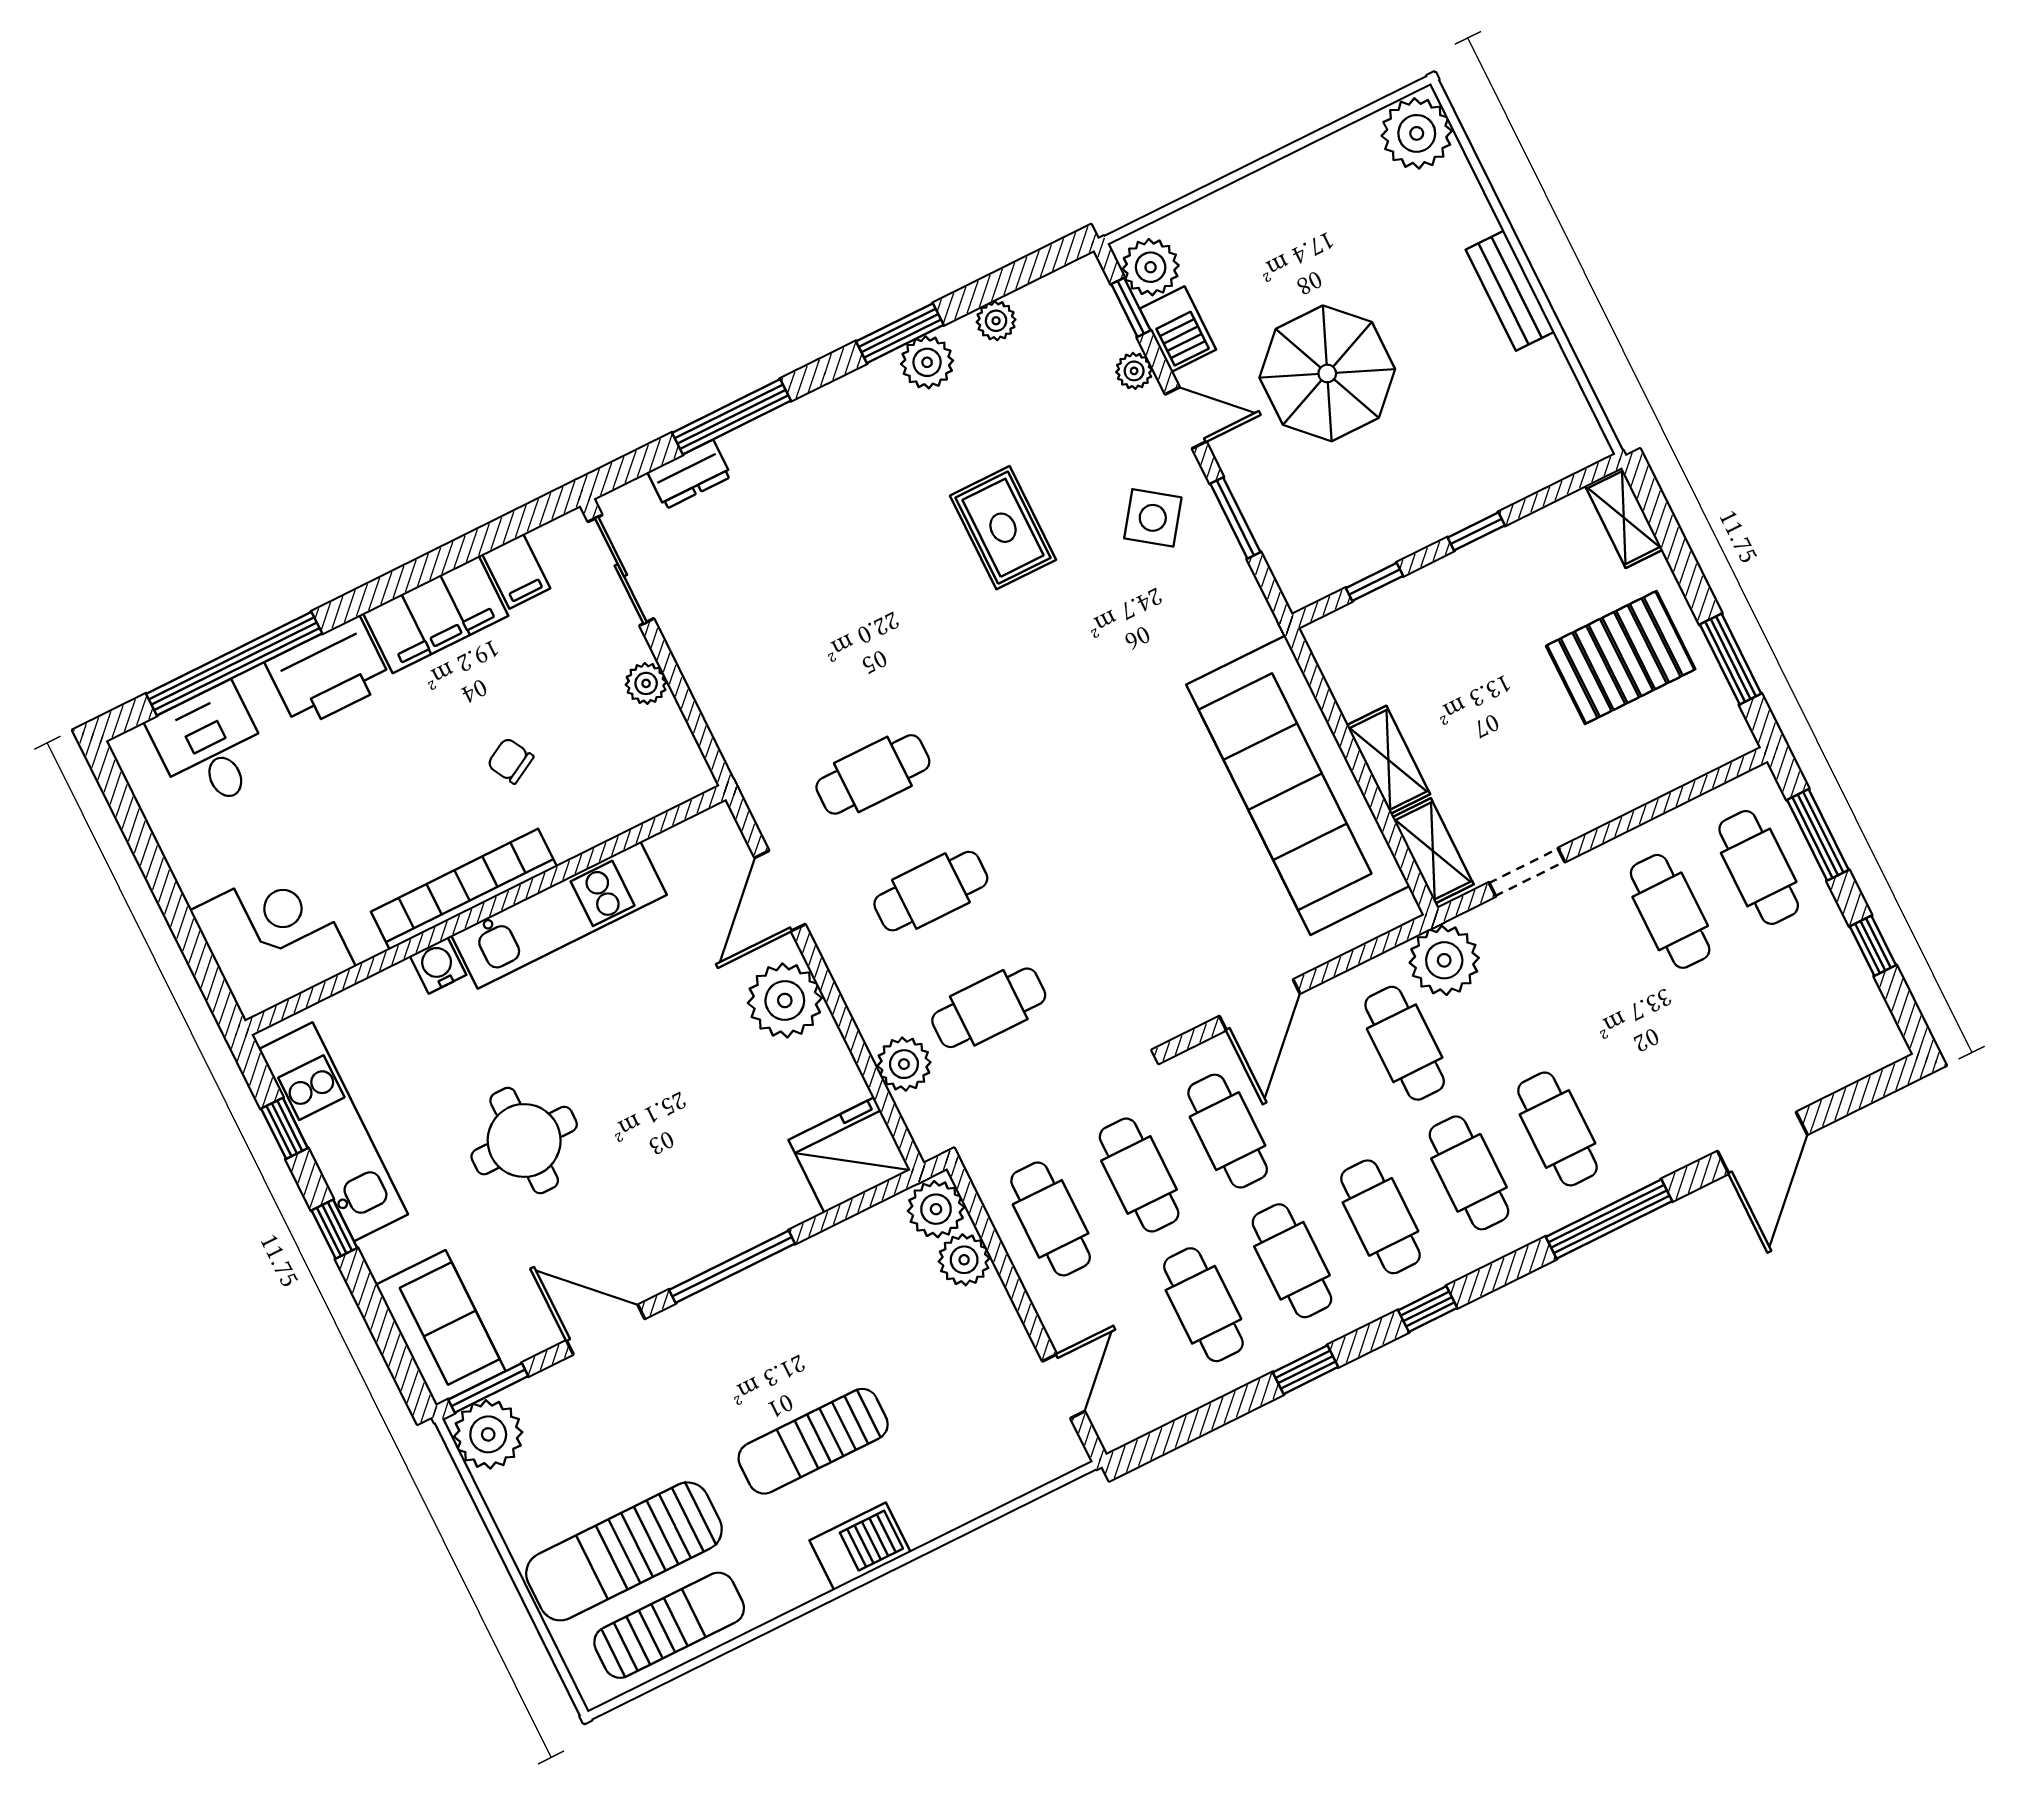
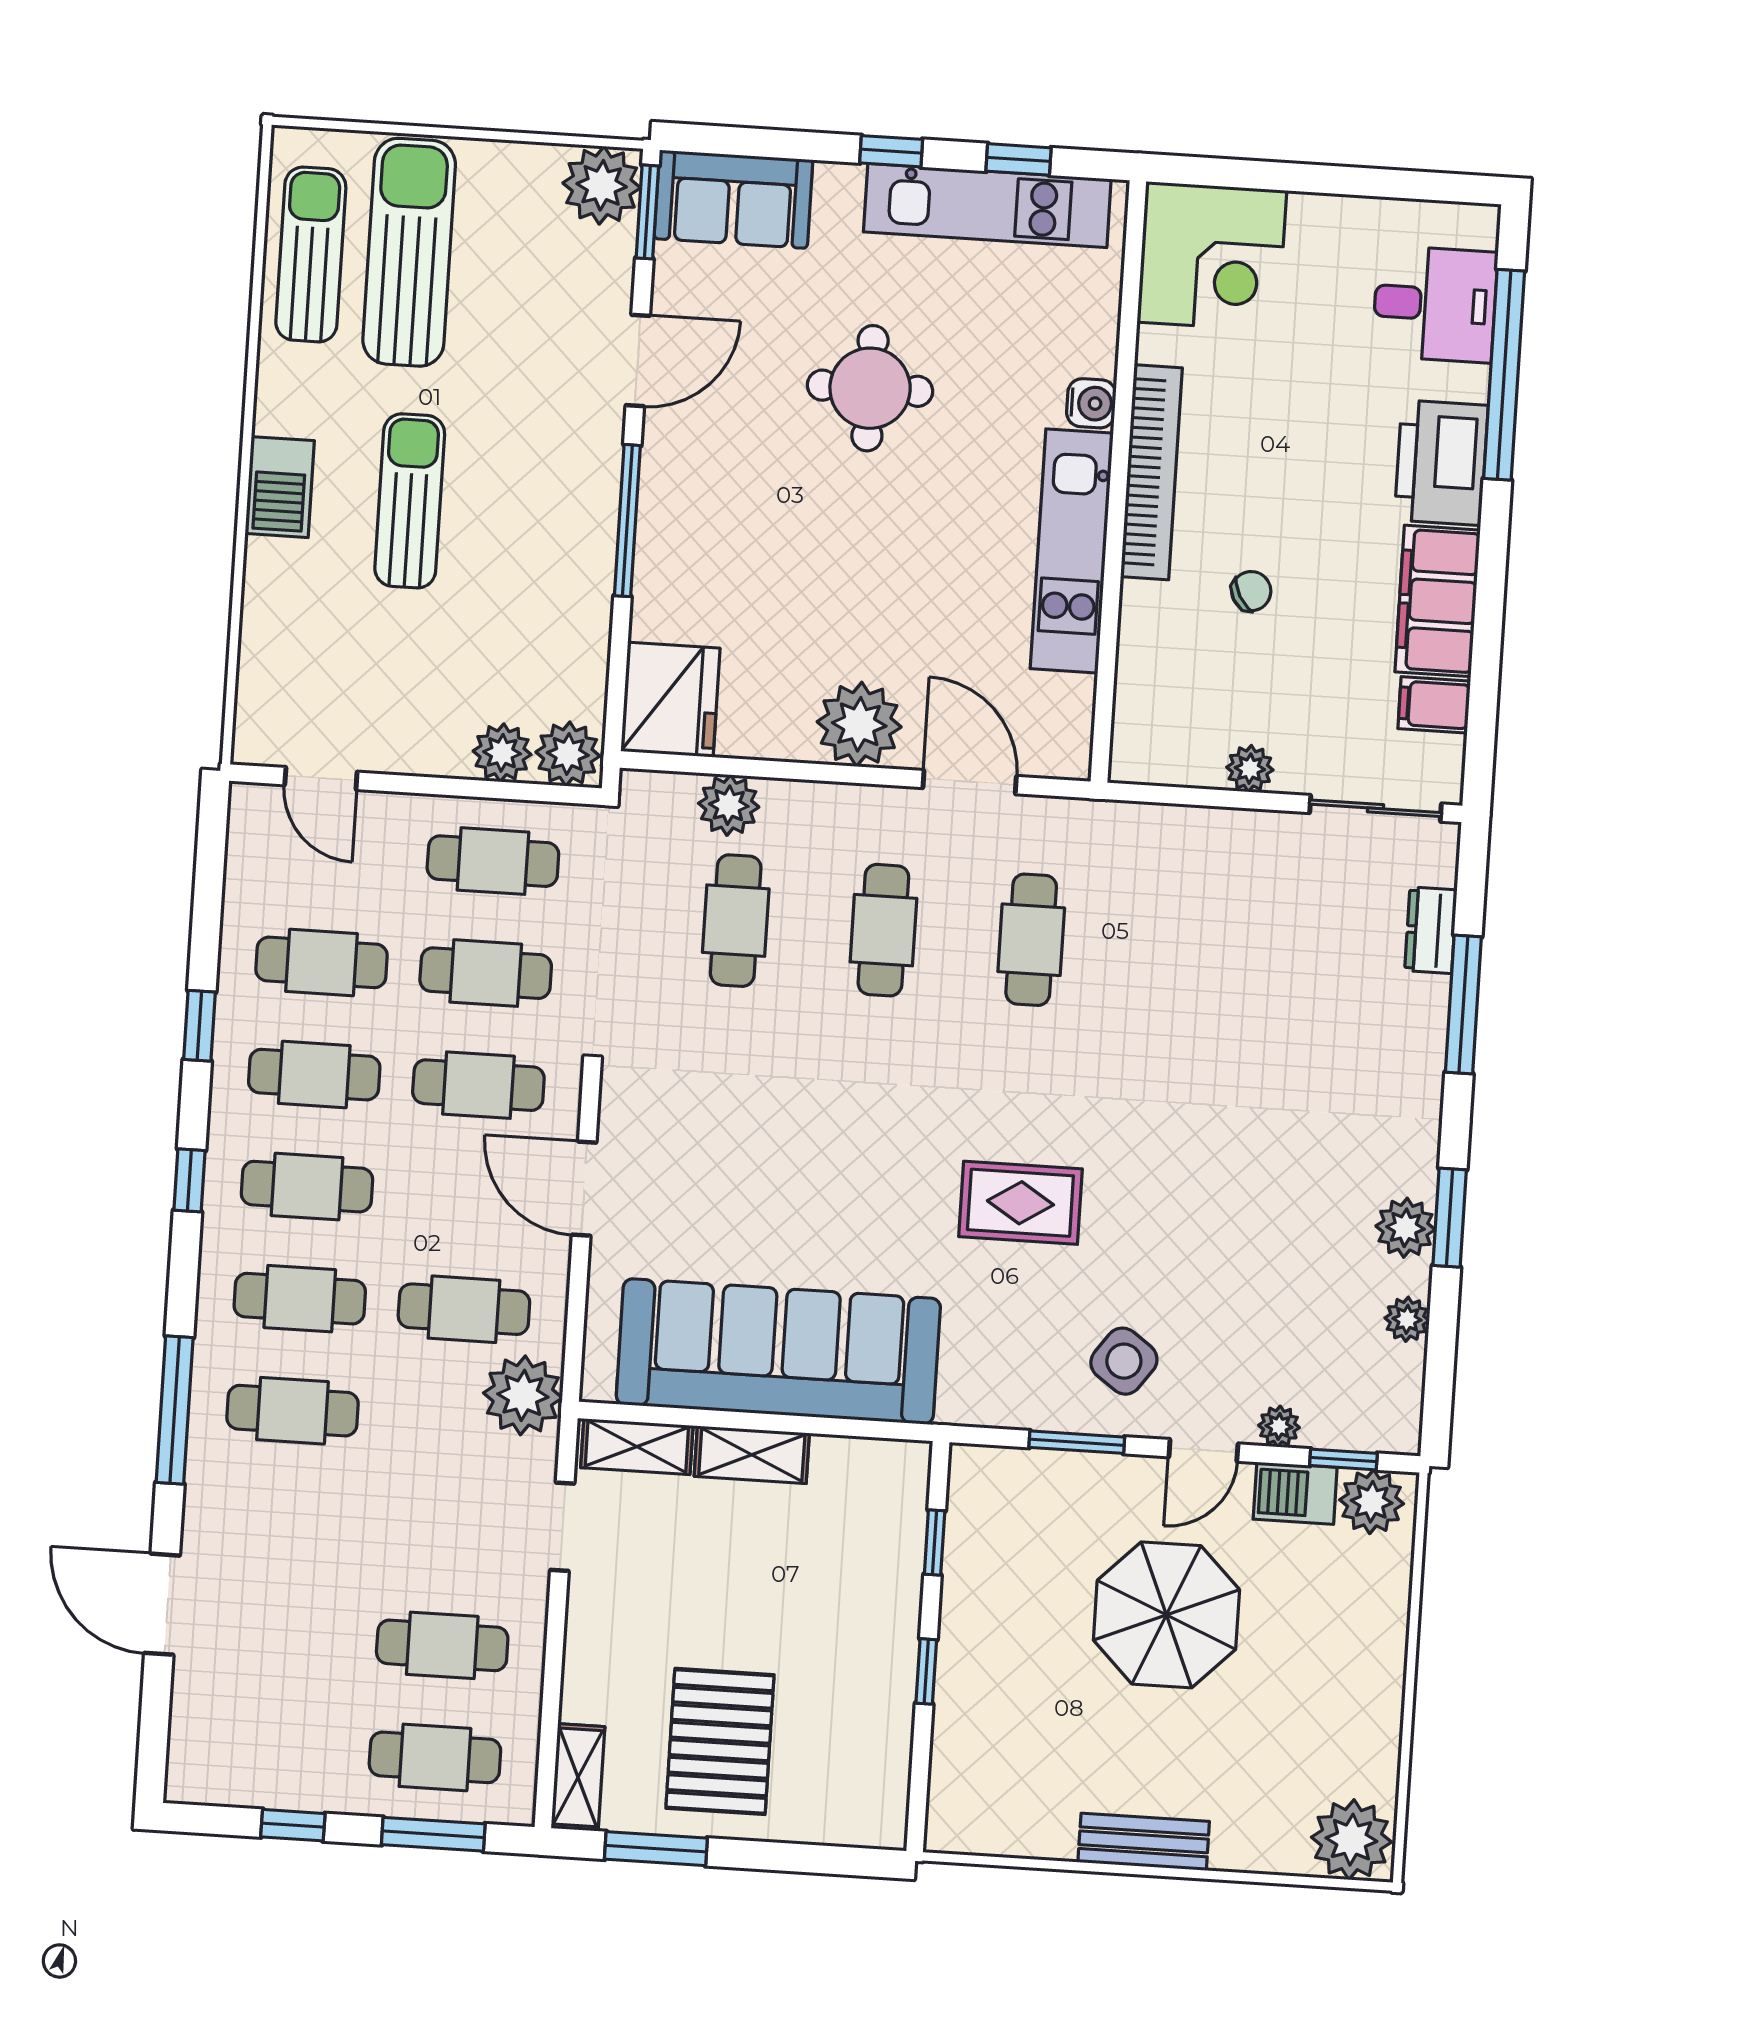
shelving: (1624, 518) -> (578, 1777), moved, turned 90
rug: (1003, 528) -> (1020, 1203), moved
sun lounger: (669, 1625) -> (311, 254), turned 180

